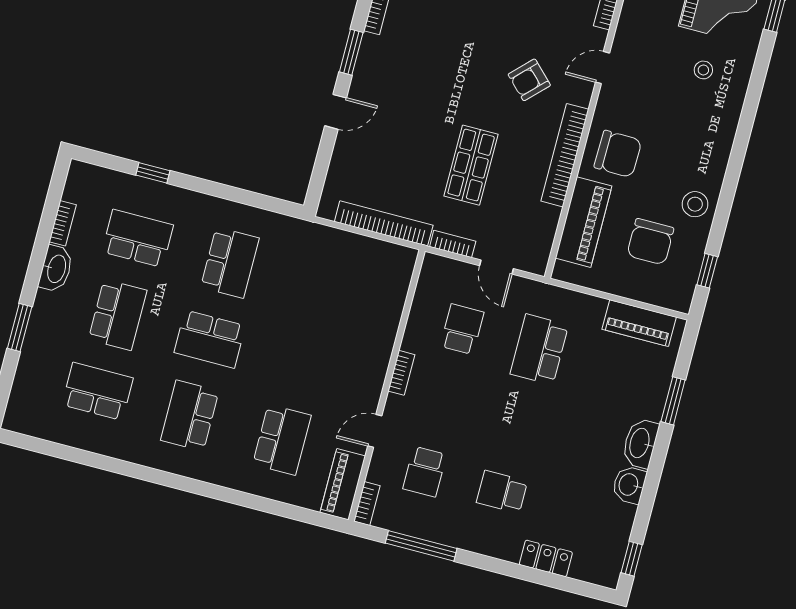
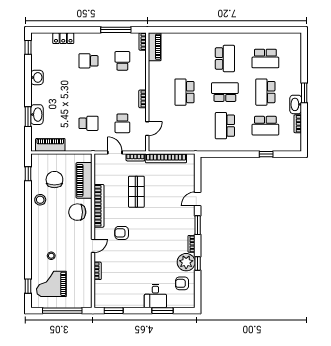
armchair: (529, 80) -> (122, 233), turned -135
window: (20, 328) -> (304, 93), moved
school desk: (539, 349) -> (88, 123), width x0.54
door: (375, 431) -> (147, 129), moved
school desk: (282, 440) -> (184, 92), moved
washbasin: (640, 443) -> (37, 115), moved
school desk: (502, 492) -> (88, 61), turned 180

